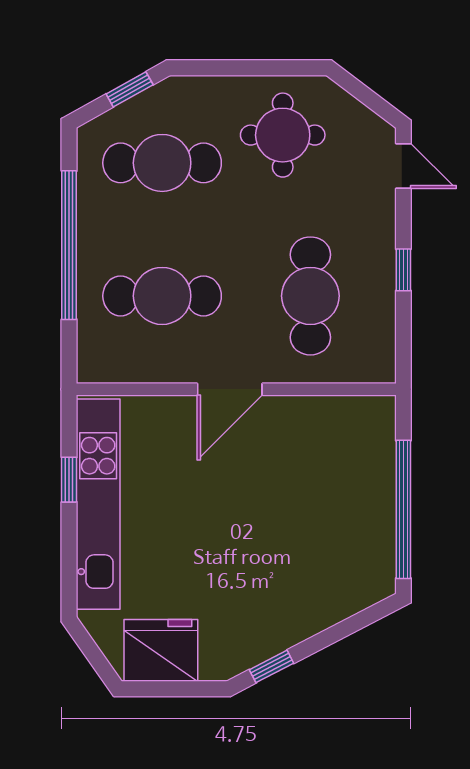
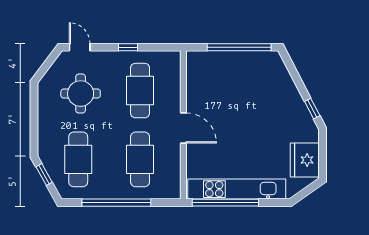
round table: (283, 135) -> (81, 94), moved
door: (403, 166) -> (80, 47), hinge flipped
cafe table: (310, 296) -> (140, 91), turned 90
window: (69, 480) -> (225, 203), width x3.17

